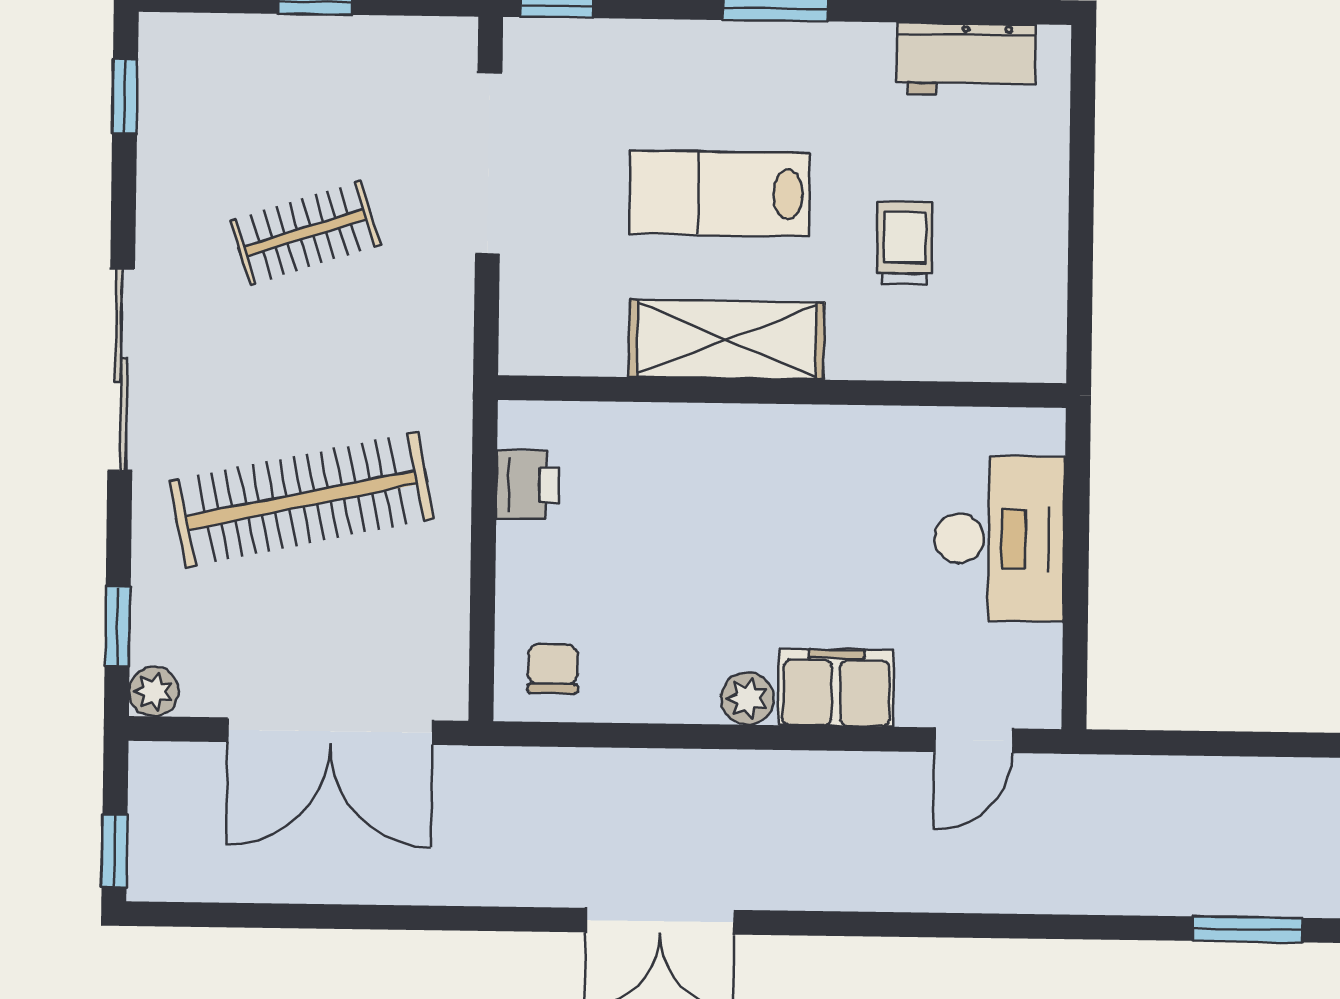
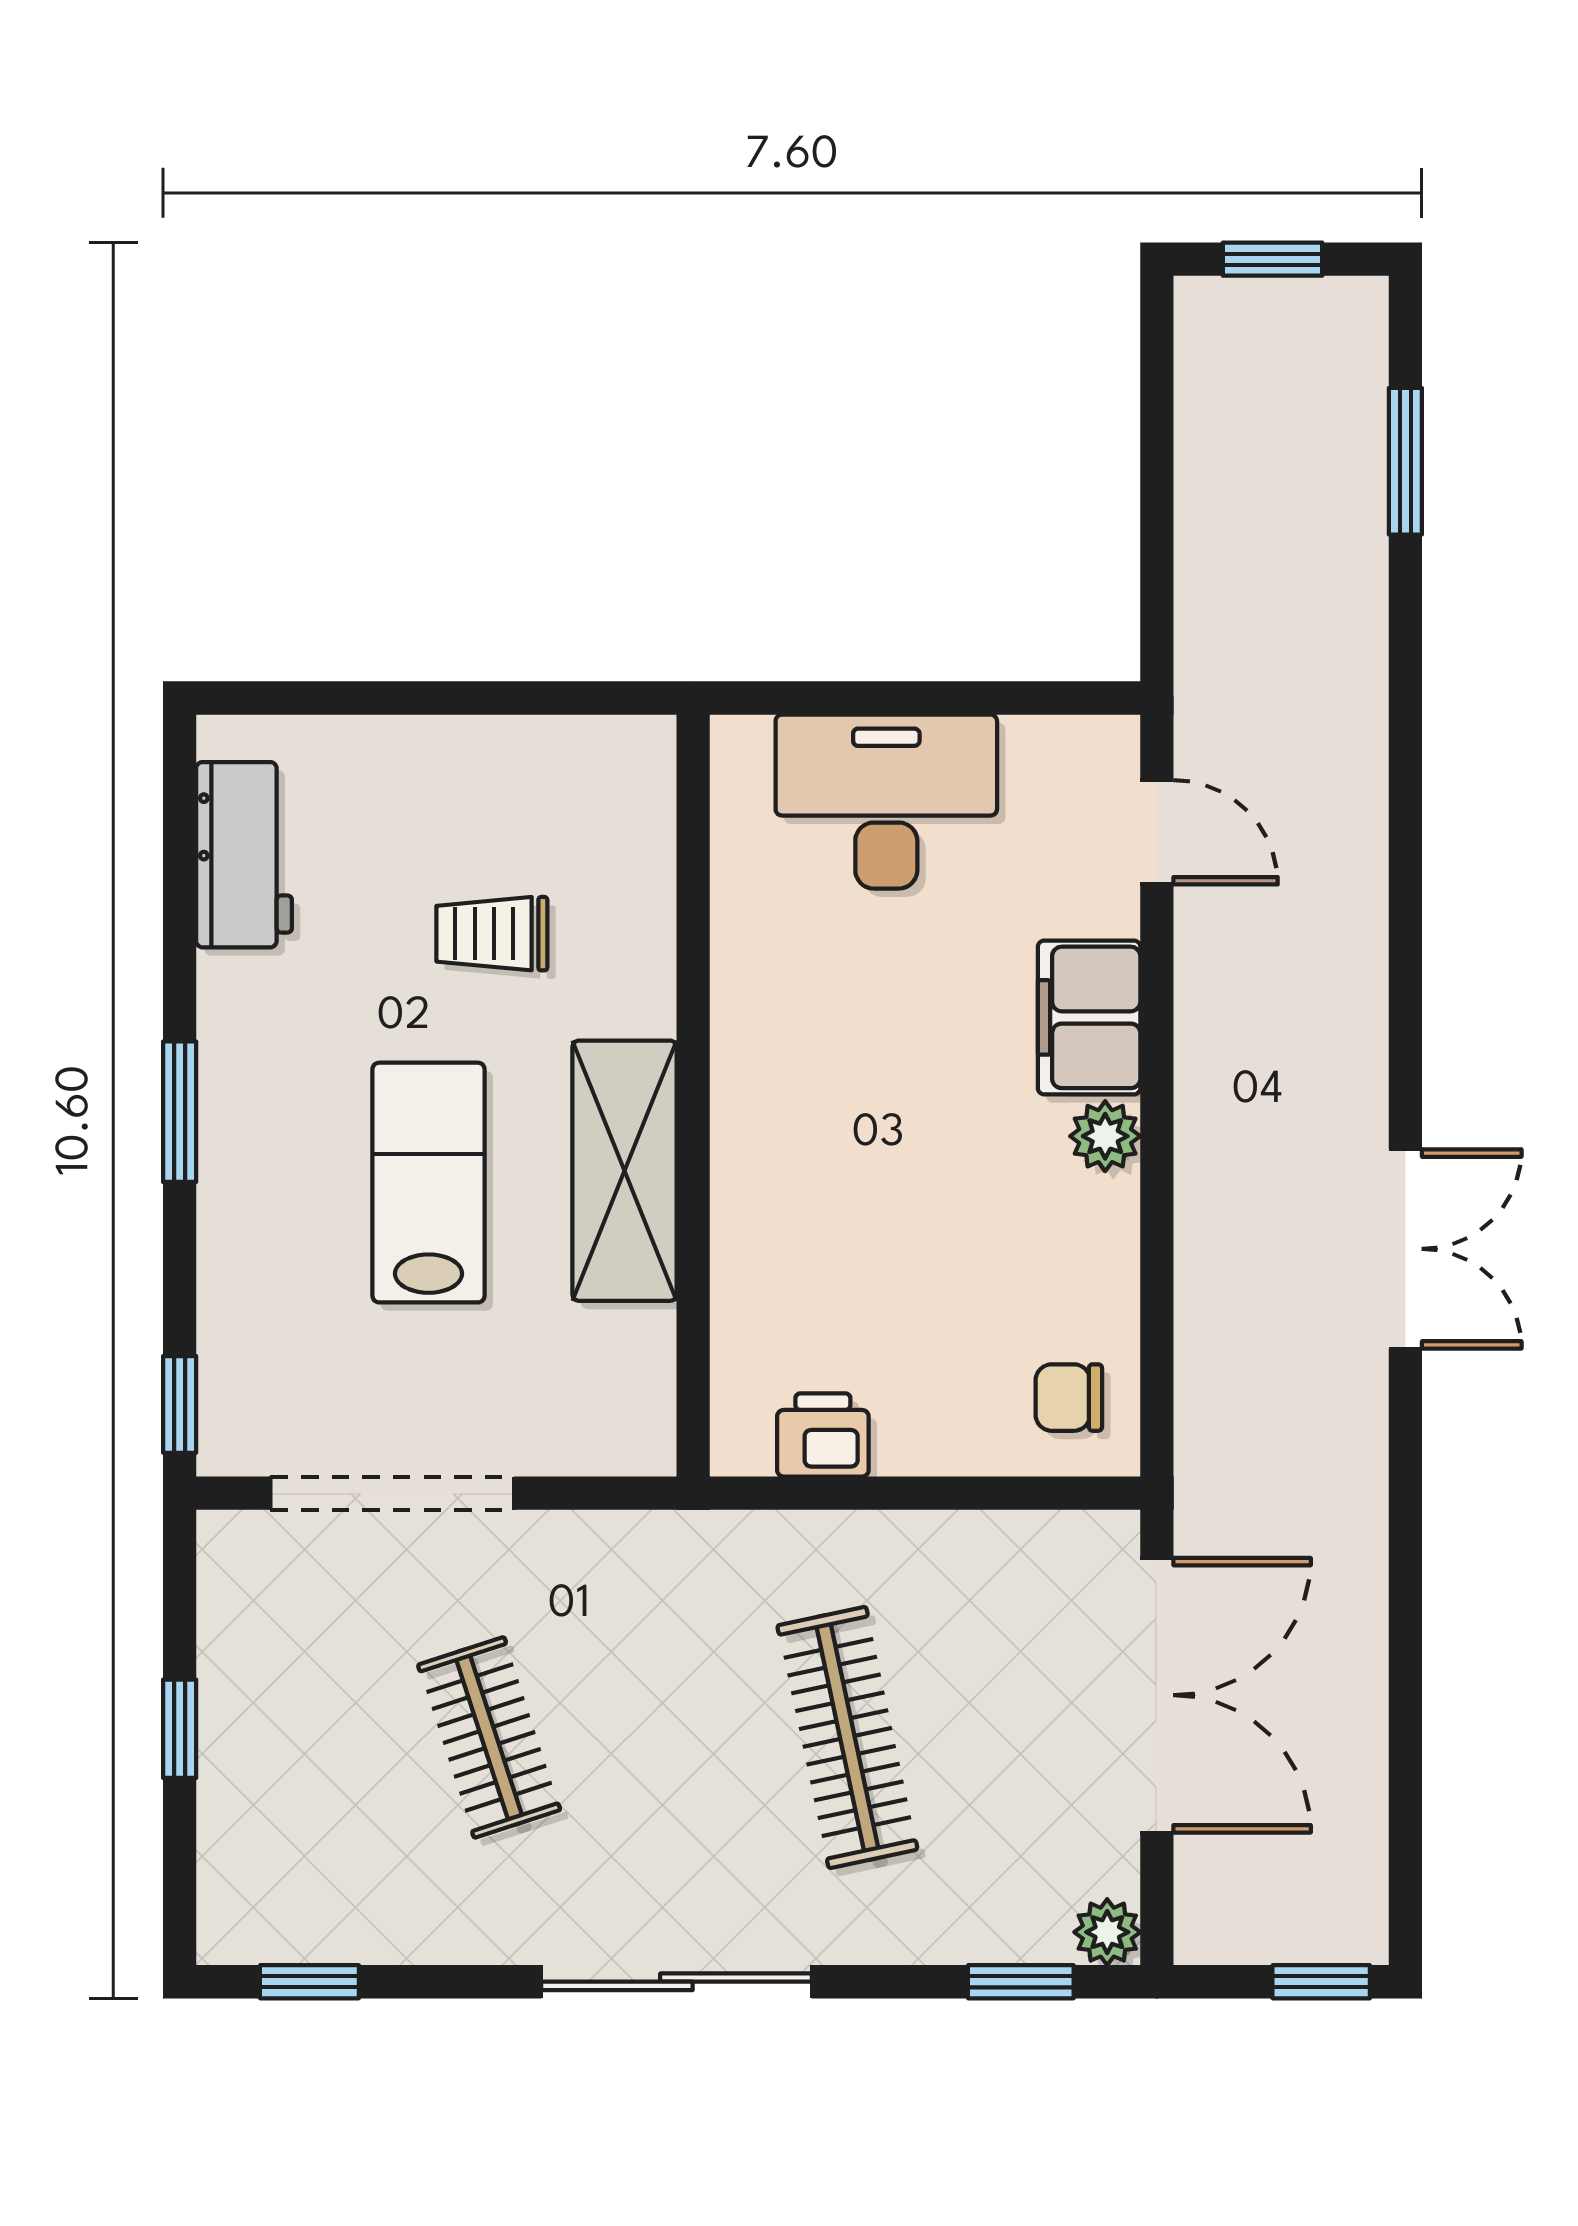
lab bench: (720, 193) -> (429, 1183), turned 180
clothes rail: (302, 500) -> (847, 1737), width x0.73, depth x0.76

